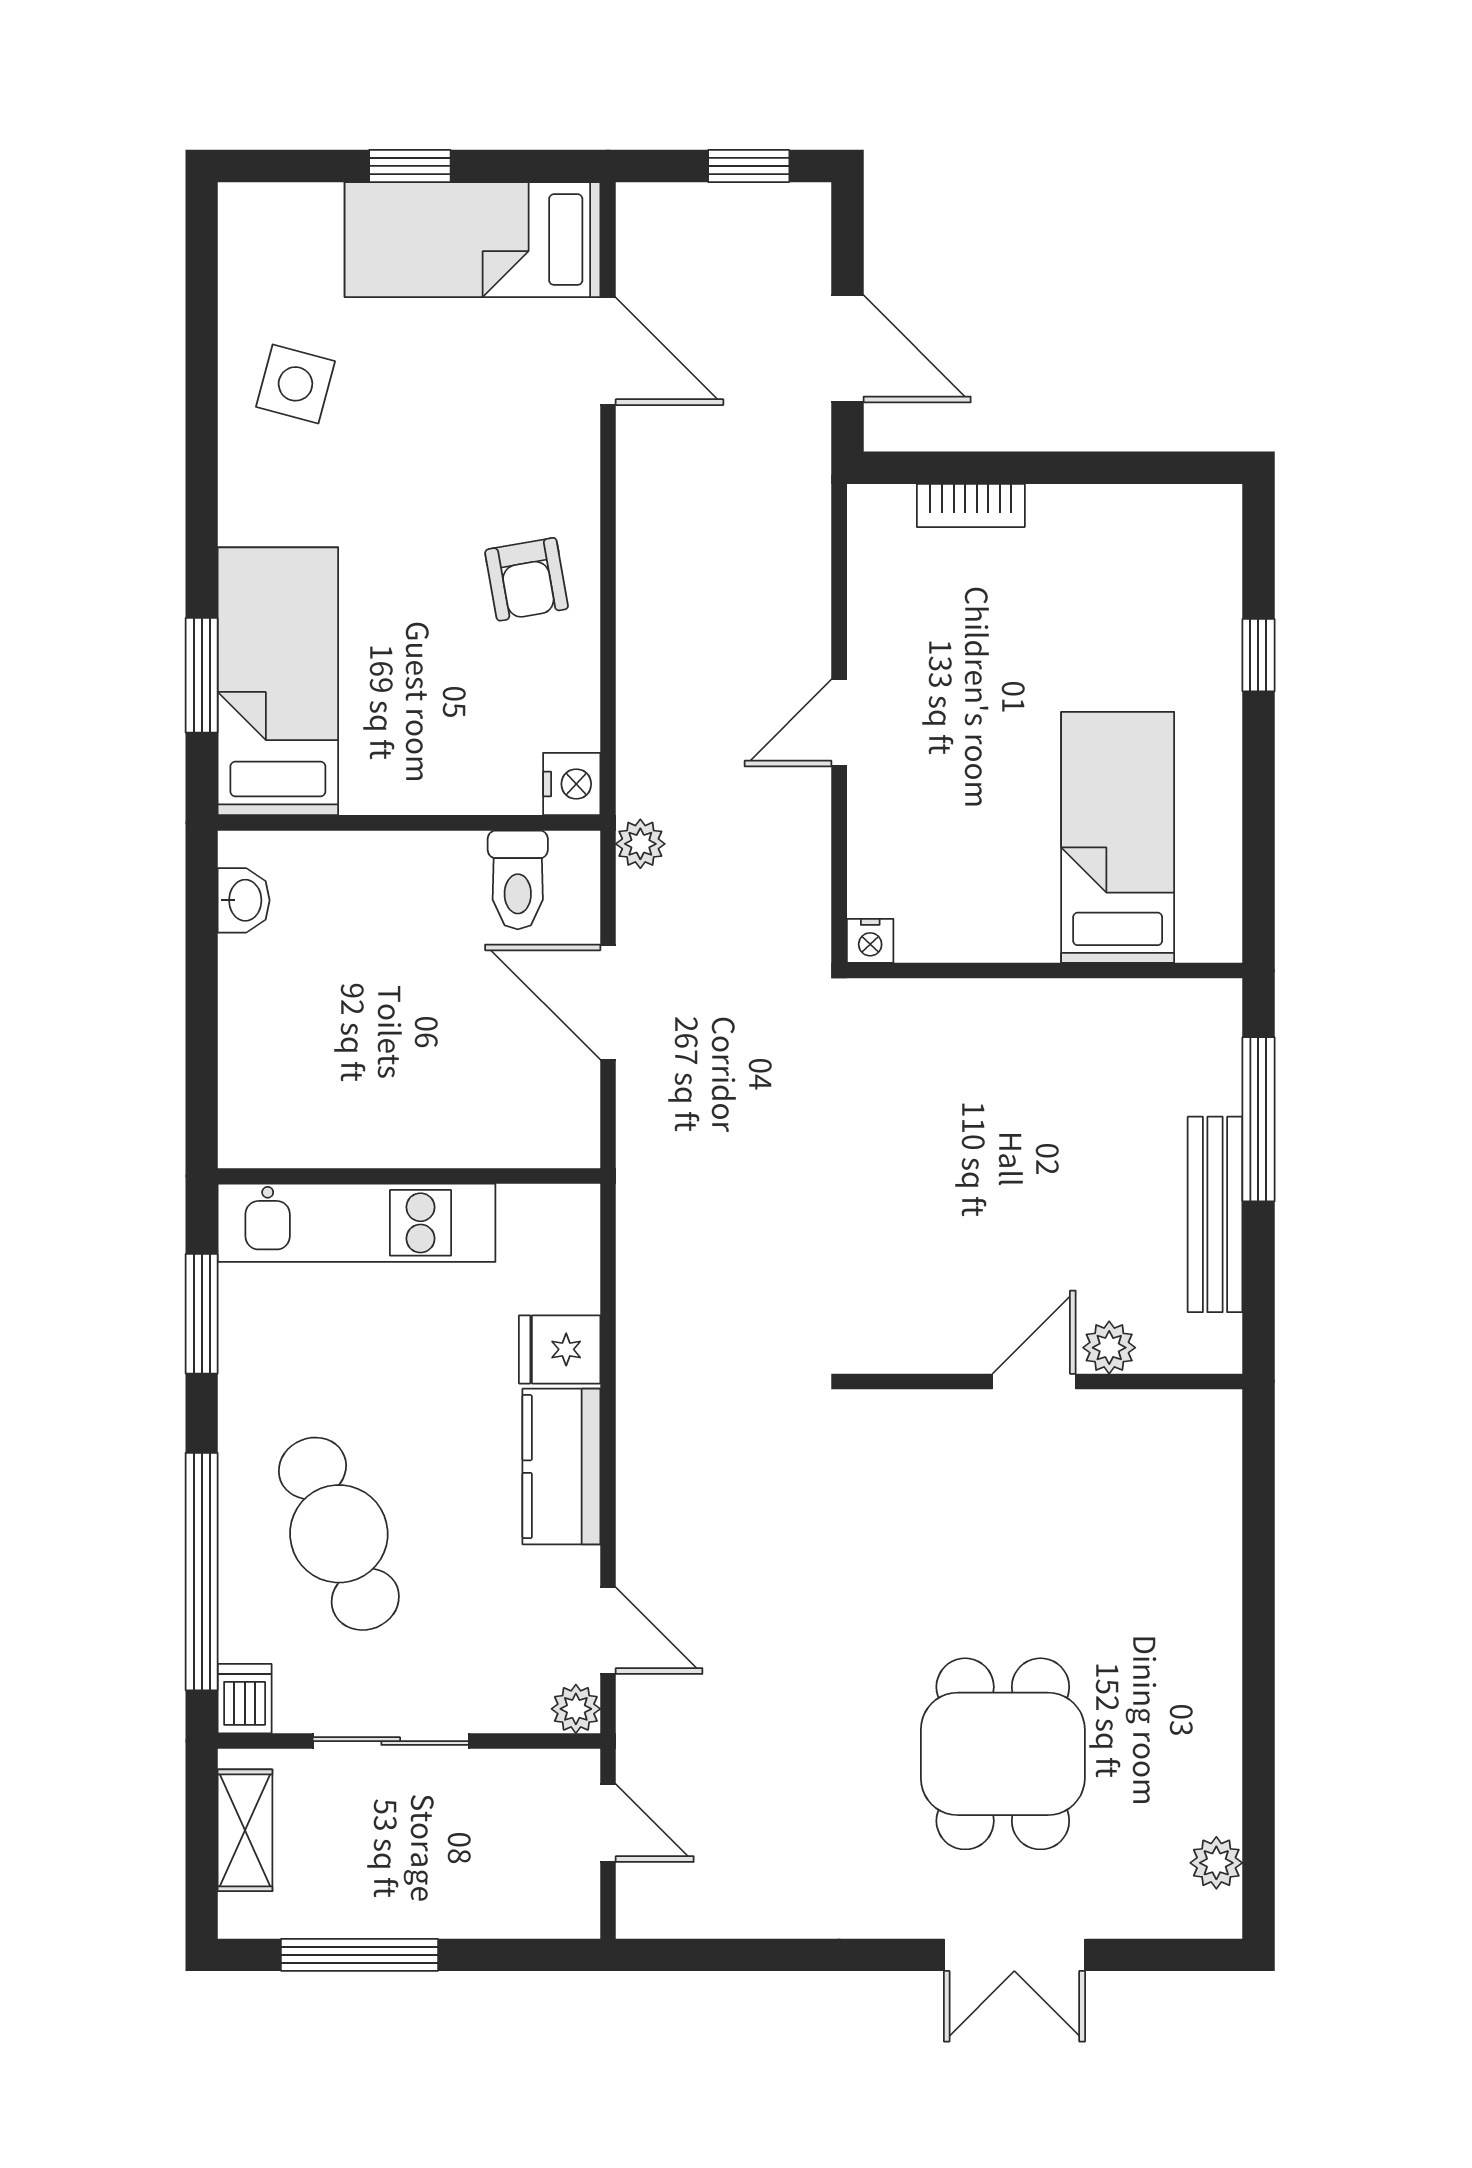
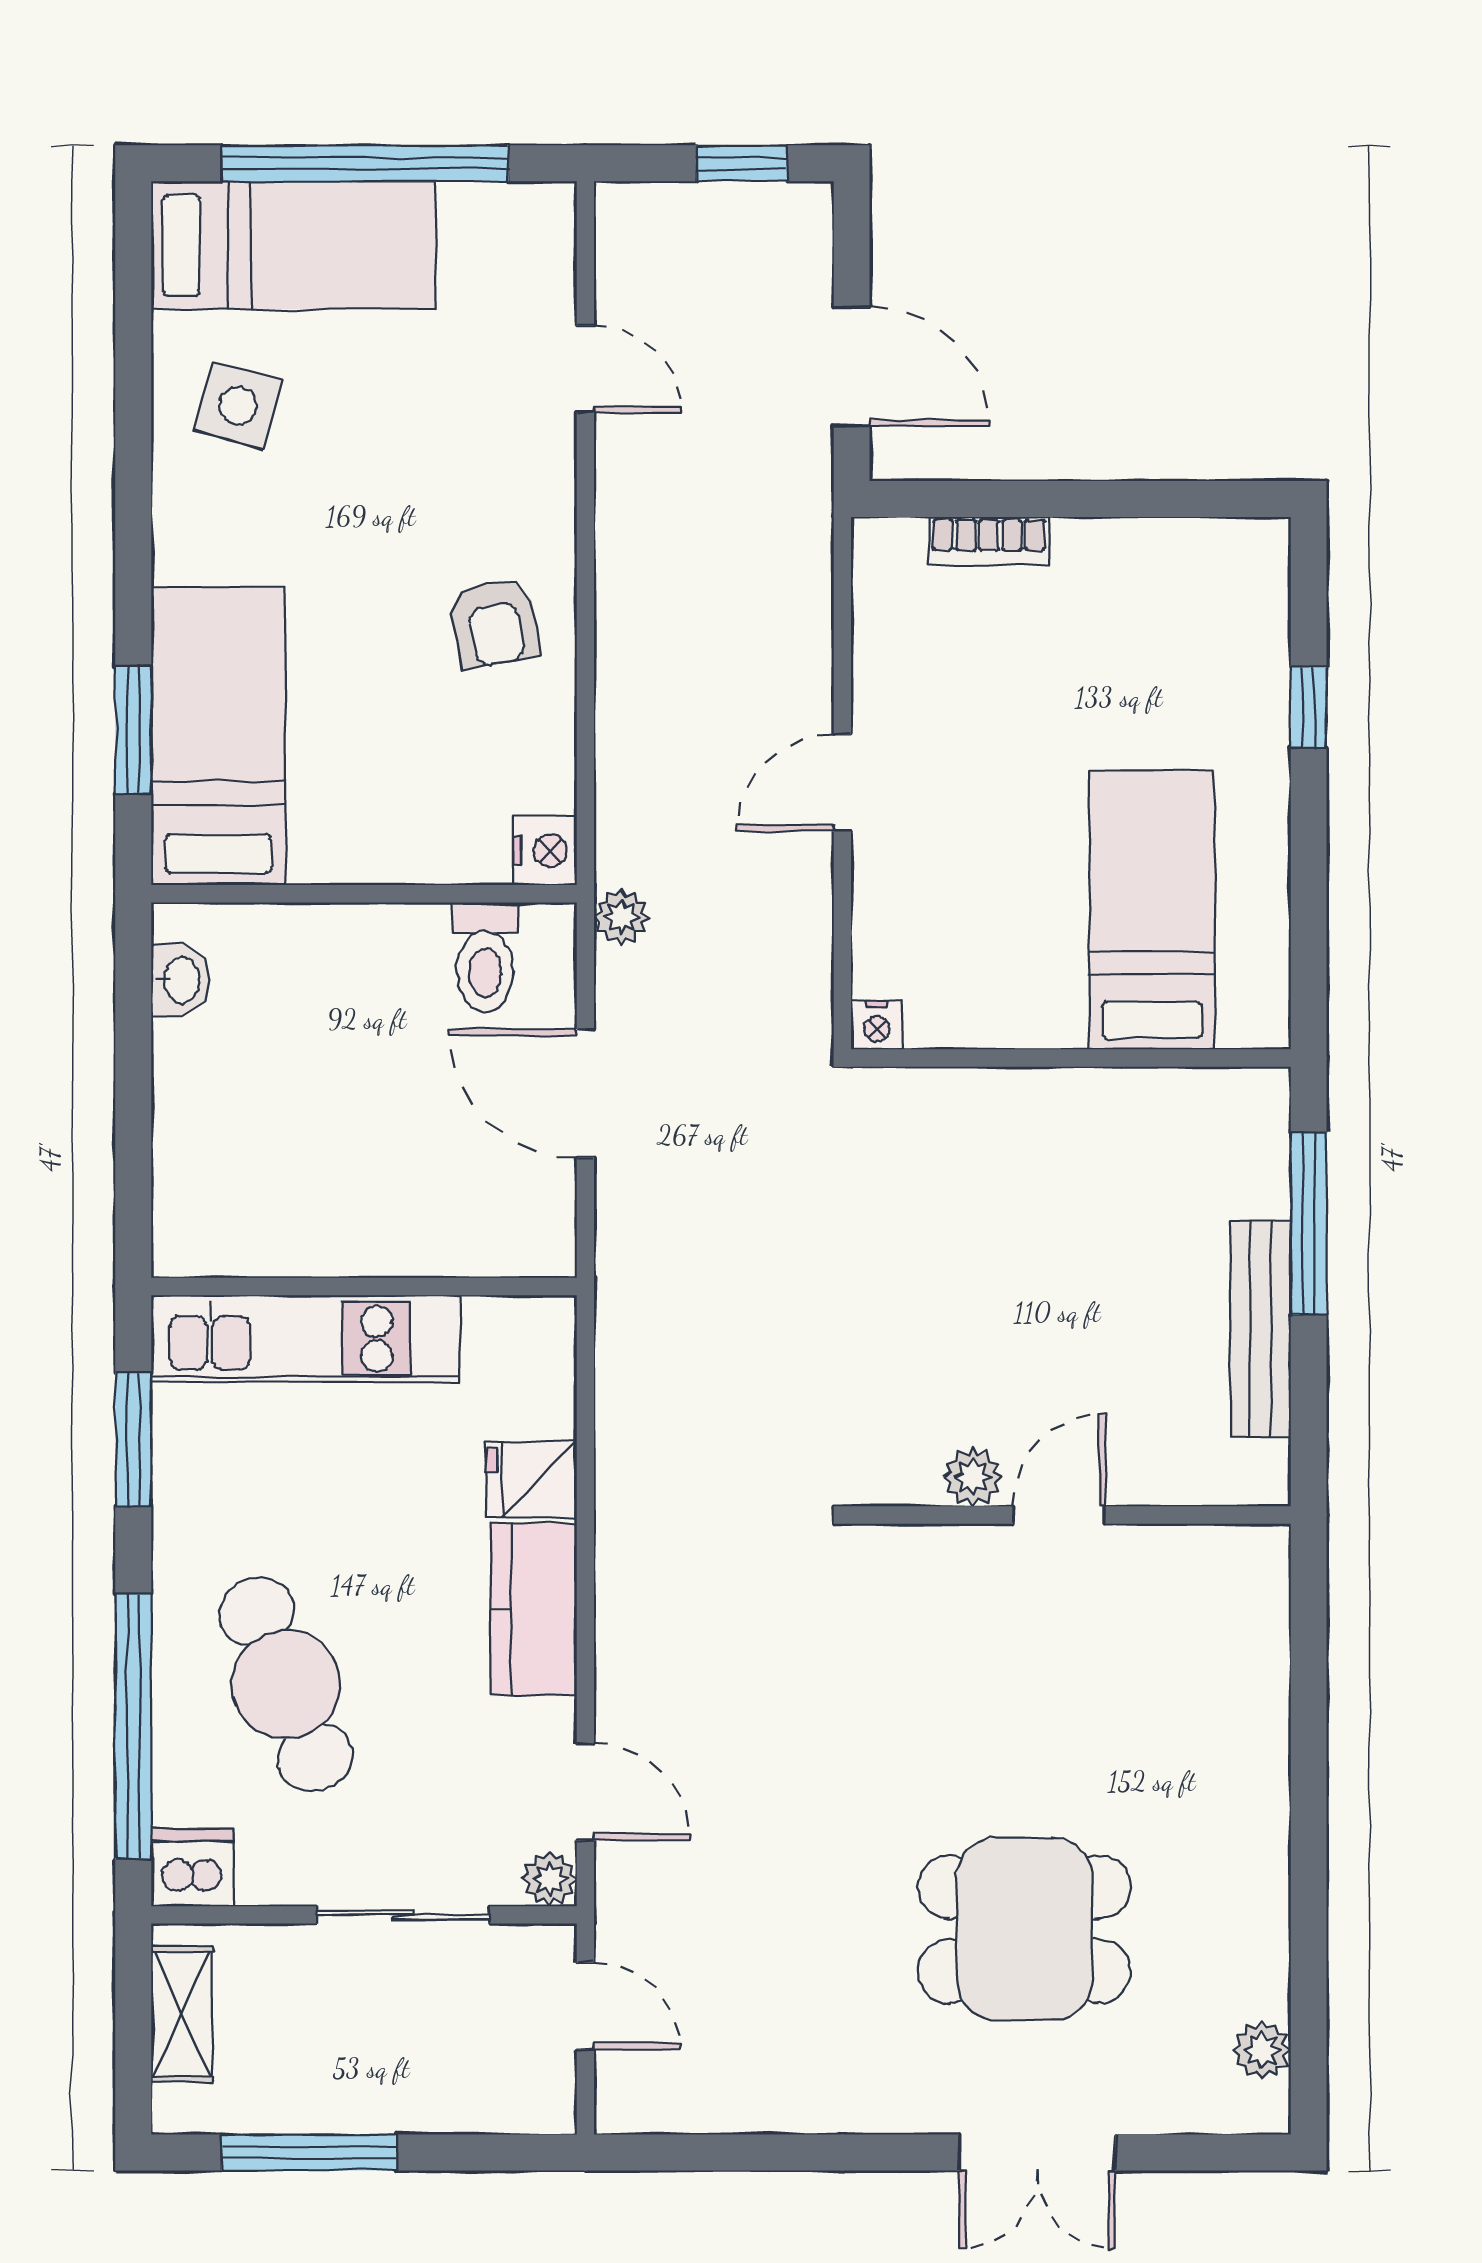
window: (410, 166) -> (365, 163), width x3.17
bed: (472, 240) -> (293, 245), moved, turned 180
door: (608, 351) -> (585, 369), width x0.73
plant: (1109, 1348) -> (973, 1477), moved
dishwasher: (245, 1699) -> (193, 1868), width x1.38
sliding door: (391, 1741) -> (403, 1915), moved
dining table: (1003, 1754) -> (1024, 1929), turned 90

